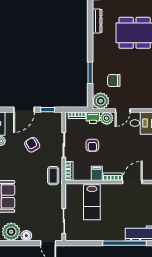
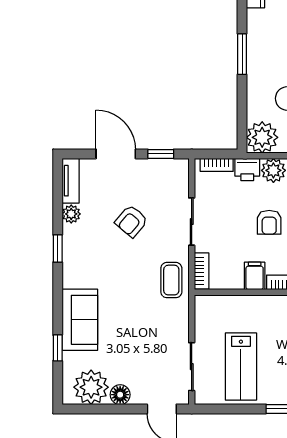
window: (90, 73) -> (242, 54), moved
door: (24, 110) -> (116, 154), swing flipped
armchair: (32, 145) -> (131, 221), turned -109
armchair: (92, 145) -> (269, 222), moved
lab bench: (92, 202) -> (241, 366), moved

